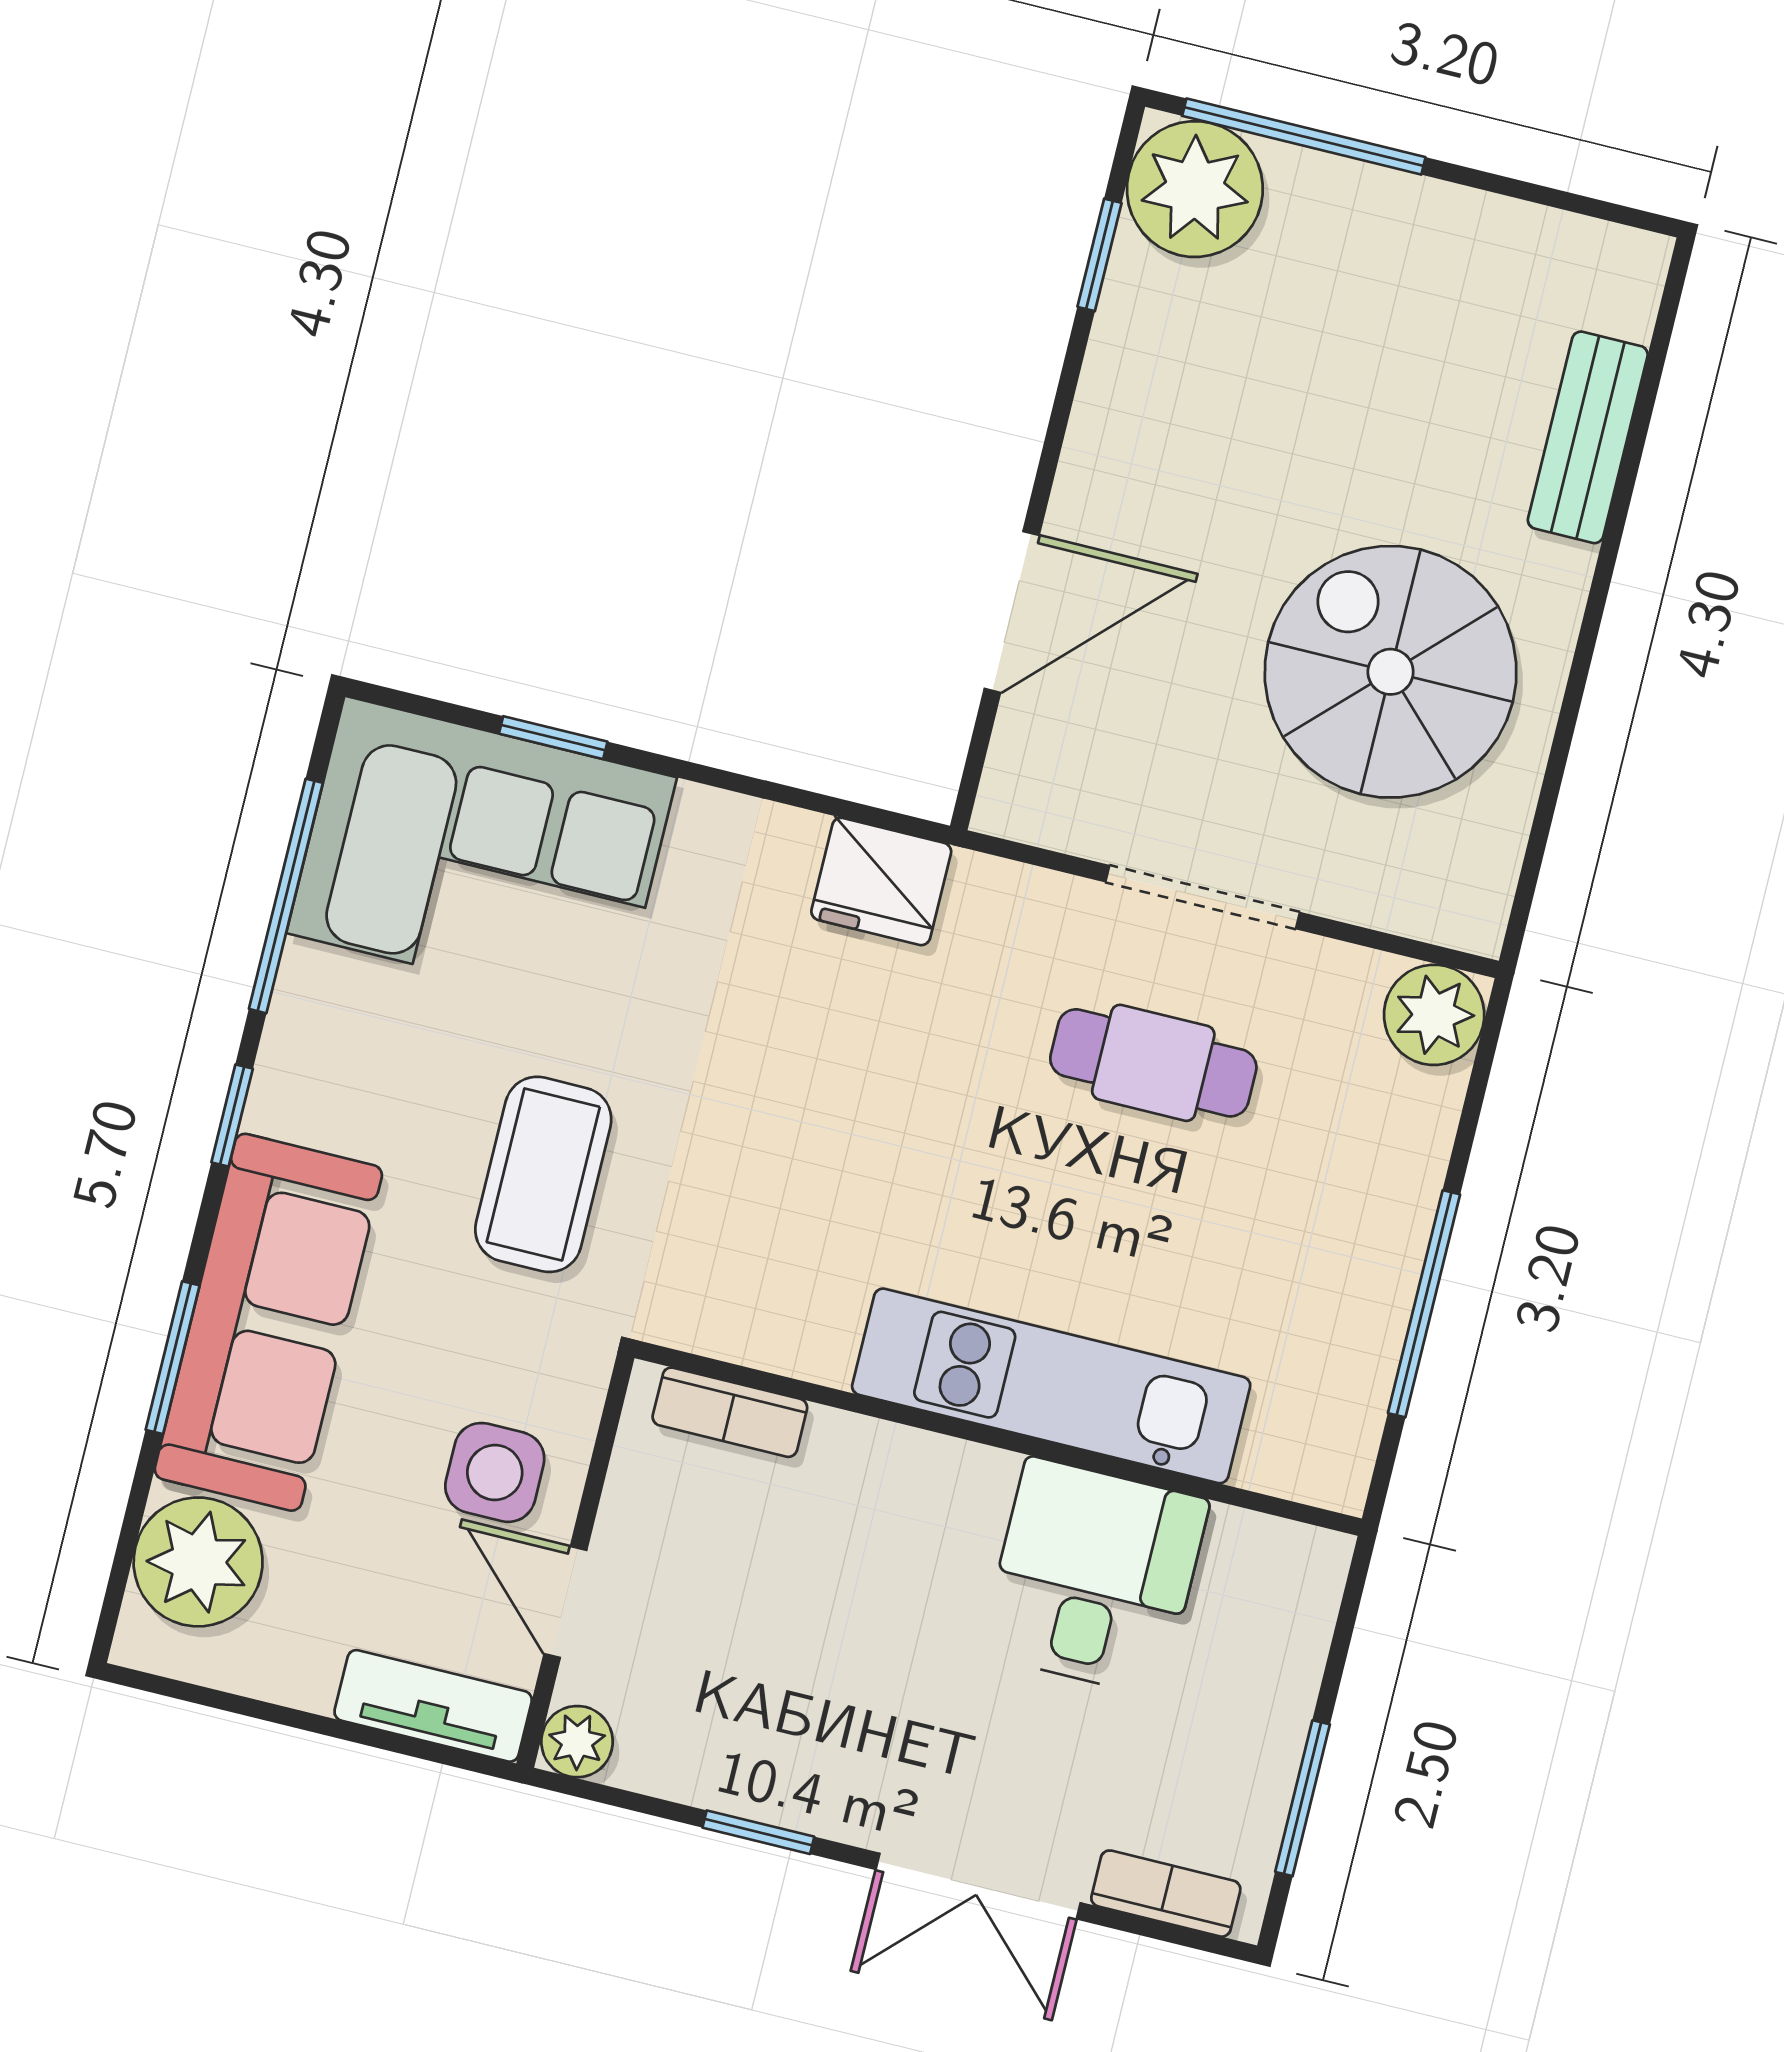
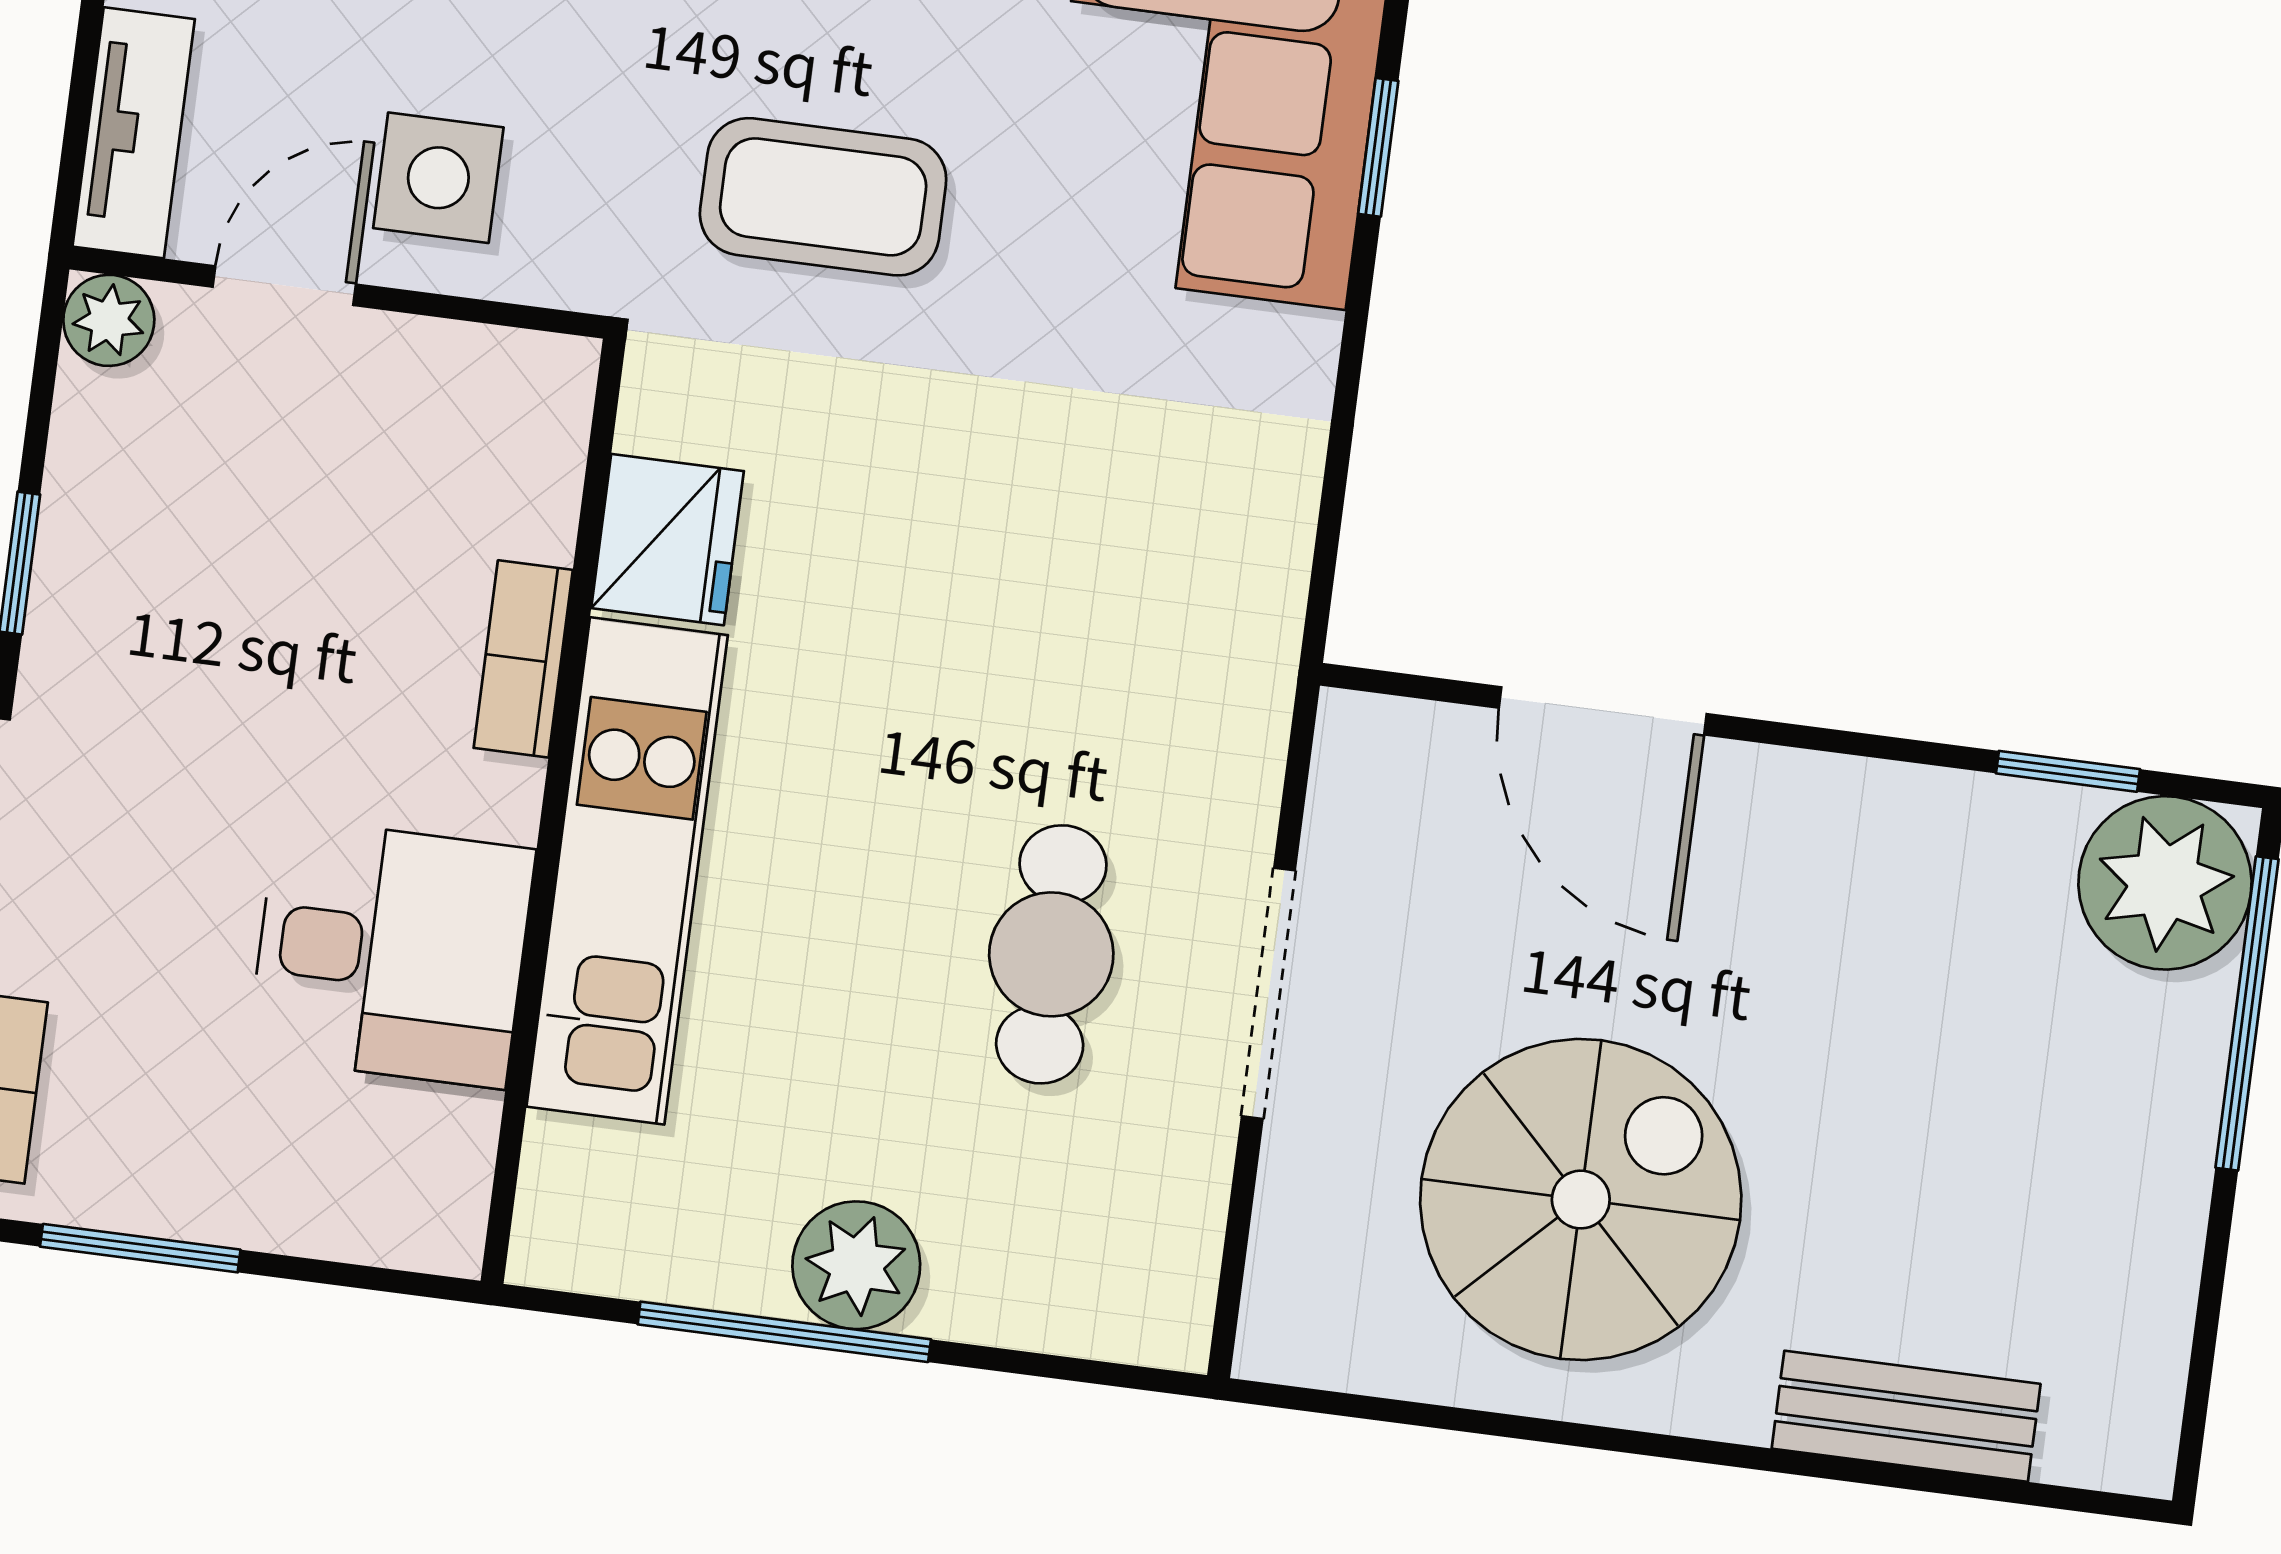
fridge: (881, 881) -> (668, 540), moved, turned 180
plant: (1434, 1015) -> (856, 1265), moved
bookcase: (730, 1412) -> (523, 659), moved

